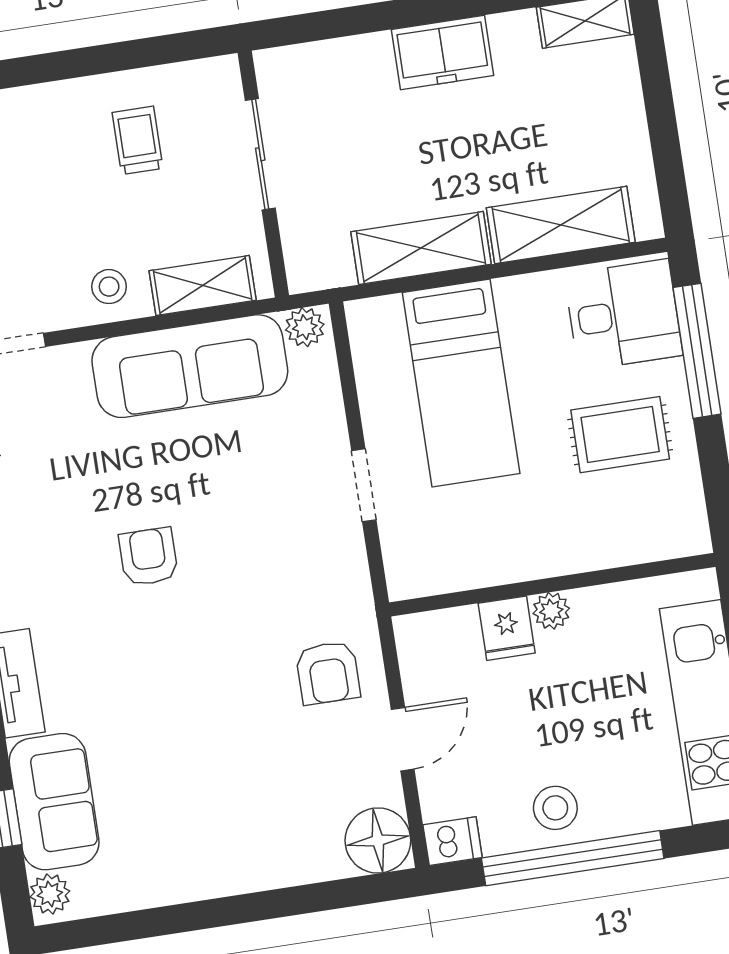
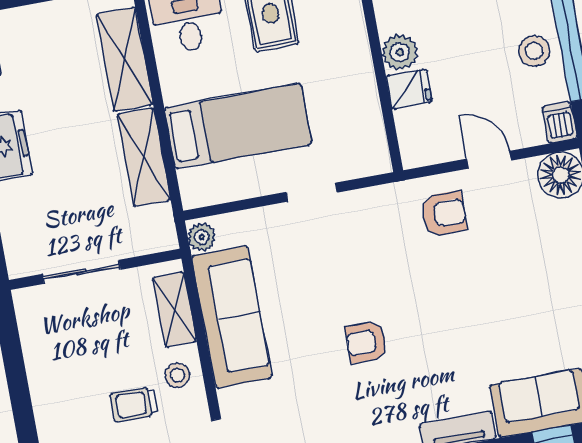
trolley: (138, 140) -> (134, 404), moved
plant: (551, 611) -> (400, 52), width x1.38, depth x1.38

